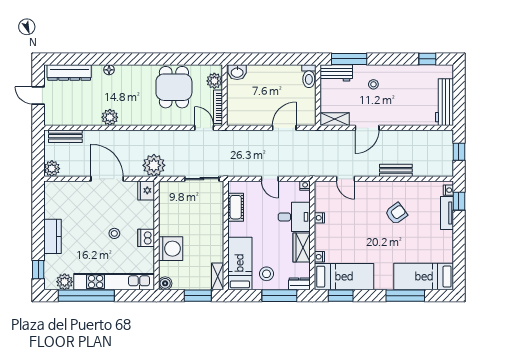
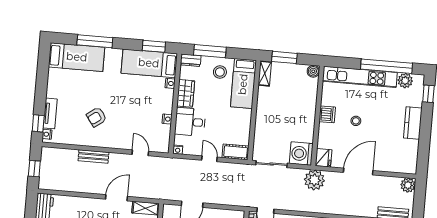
door: (107, 179) -> (358, 171), swing flipped
cot: (236, 207) -> (236, 152), moved, turned 90
washing machine: (171, 249) -> (301, 154), moved

